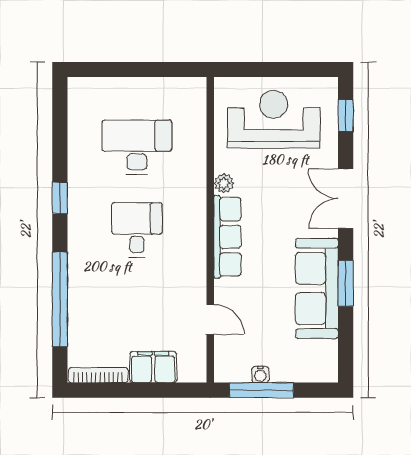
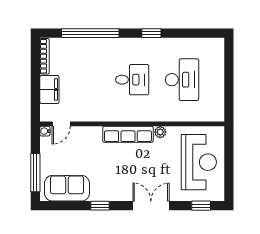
window: (346, 283) -> (100, 206), width x0.67
sofa: (317, 288) -> (67, 188), moved, width x0.73
door: (210, 319) -> (61, 124), moved
water cooler: (260, 374) -> (45, 131), moved
window: (261, 390) -> (35, 173), moved

